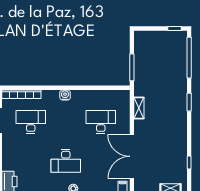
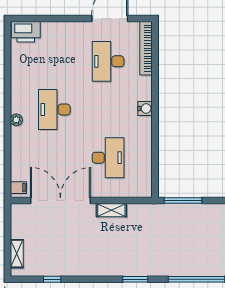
shelving: (139, 108) -> (111, 210), moved
desk: (31, 122) -> (108, 61), turned 180

